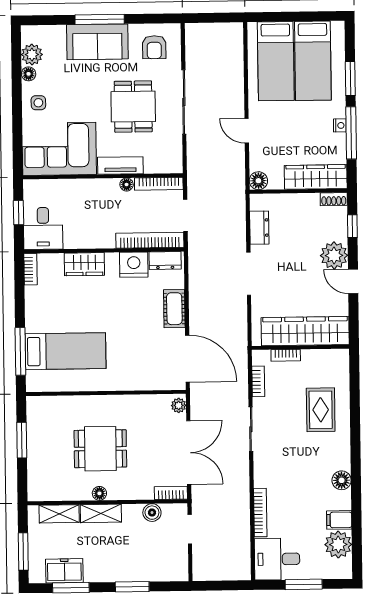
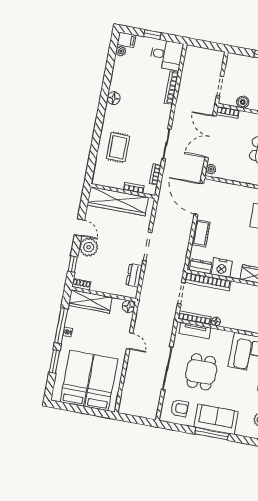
armchair: (154, 47) -> (179, 408), turned 90
tv unit: (120, 166) -> (195, 331), moved
filing cabinet: (339, 520) -> (126, 40), moved
plant: (338, 545) -> (121, 51), width x0.53, depth x0.53
window: (304, 584) -> (152, 35), width x0.67

